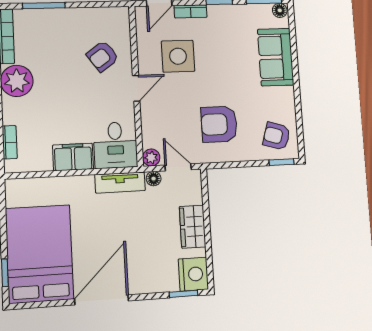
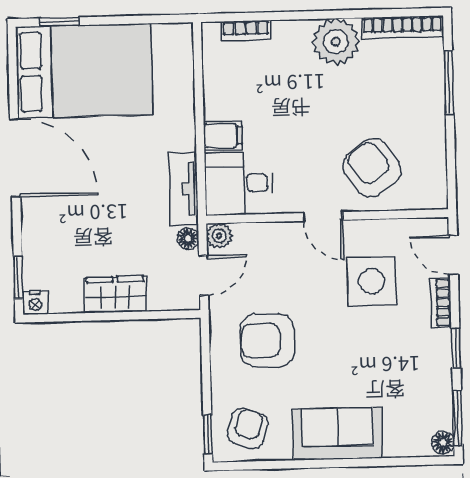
armchair: (103, 56) -> (372, 168), width x1.38, depth x1.38
sofa: (276, 57) -> (338, 434), moved
armchair: (219, 124) -> (267, 340), turned -90
filing cabinet: (73, 157) -> (223, 135), width x0.50
nightstand: (193, 274) -> (35, 303), width x0.53, depth x0.56

